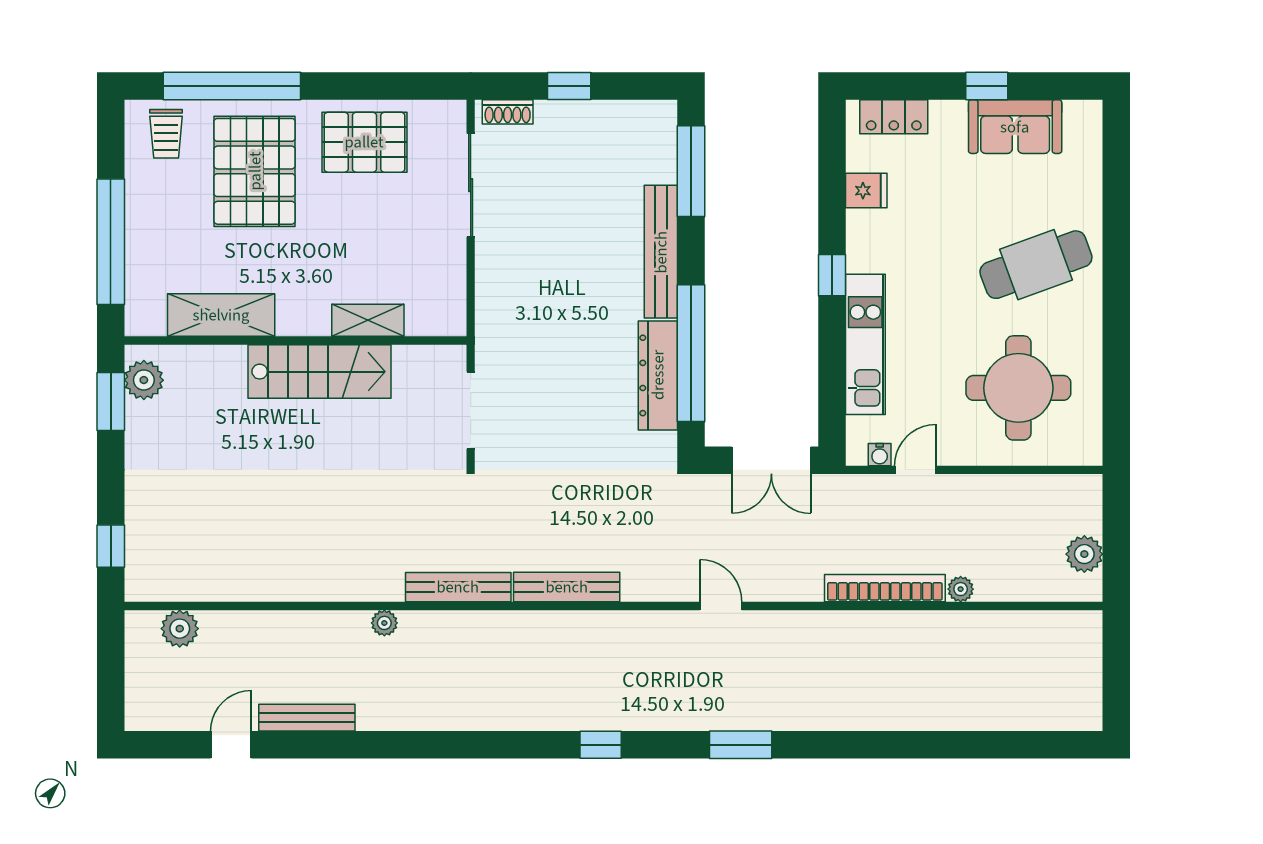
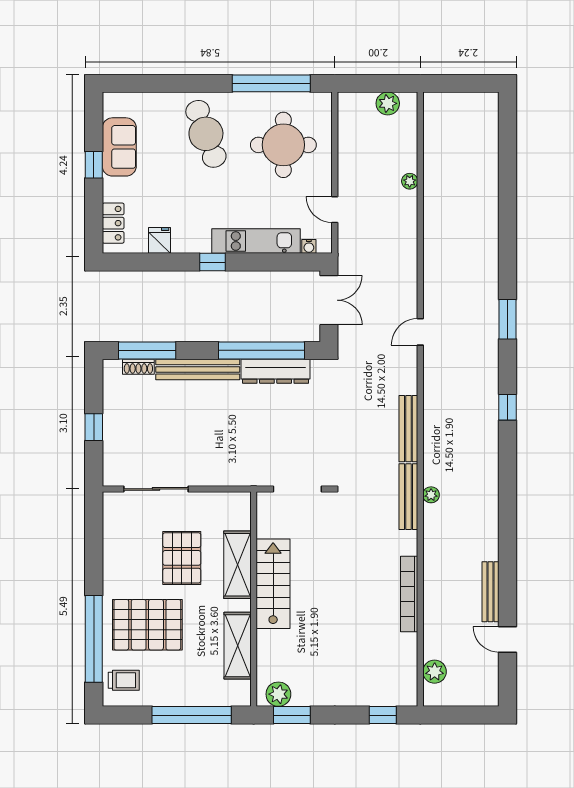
shoe rack: (508, 112) -> (138, 367), moved, turned 90
pallet: (364, 142) -> (182, 558), moved
shelving: (368, 320) -> (237, 565), width x1.50, depth x1.33
window: (1116, 369) -> (271, 83), added
water cooler: (880, 455) -> (309, 246), moved, turned 90
bookcase: (885, 588) -> (409, 594), moved
plant: (384, 623) -> (431, 495), moved

